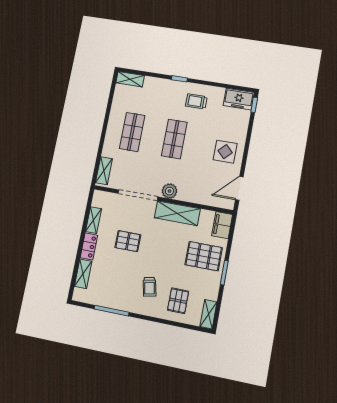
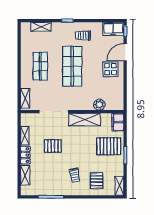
shelving: (130, 79) -> (41, 27), moved
shop shelf: (174, 139) -> (72, 66), width x1.43, depth x1.36
door: (239, 188) -> (125, 52), moved
plant: (170, 191) -> (99, 105), moved

